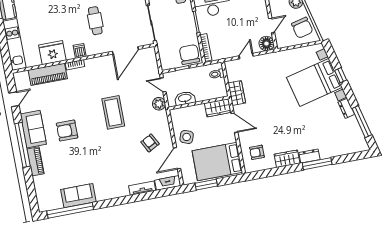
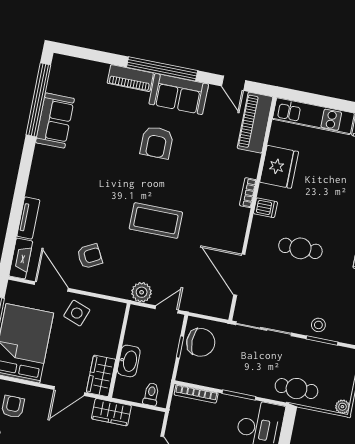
chair: (189, 55) -> (201, 342), moved
piano: (48, 74) -> (255, 123), moved
washbasin: (185, 98) -> (129, 361), moved
armchair: (67, 131) -> (157, 142), turned 180

